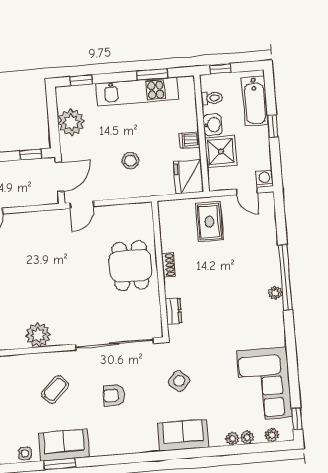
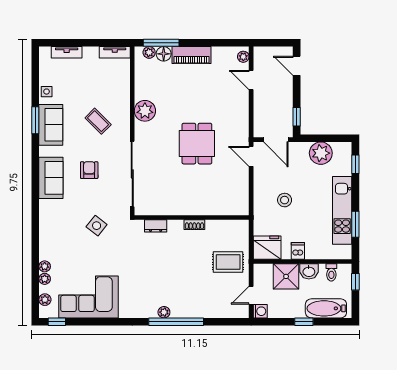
dining table: (130, 266) -> (197, 144), moved, turned 90
sofa: (183, 435) -> (51, 178), moved

